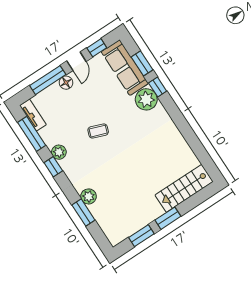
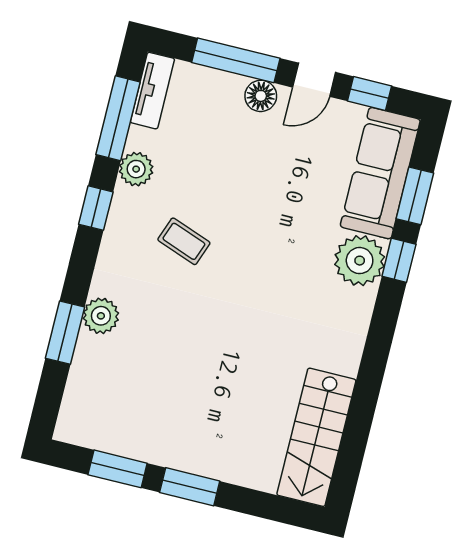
coffee table: (98, 131) -> (184, 241), moved
plant: (59, 152) -> (136, 169), moved
stairs: (184, 188) -> (316, 437), moved, turned -90

